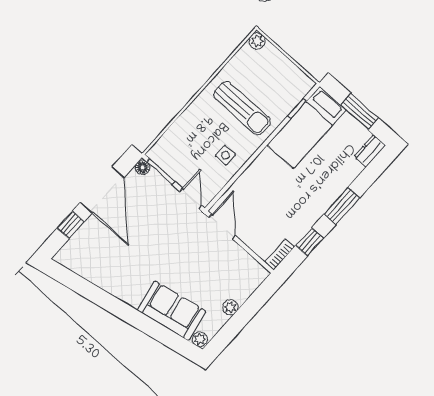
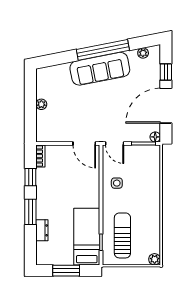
sun lounger: (242, 108) -> (122, 235), moved, turned 90
dresser: (370, 151) -> (42, 230), moved
door: (102, 190) -> (166, 106), hinge flipped
window: (116, 307) -> (103, 50), added
sofa: (172, 311) -> (100, 69), moved, width x1.36
plant: (200, 339) -> (143, 53), moved

